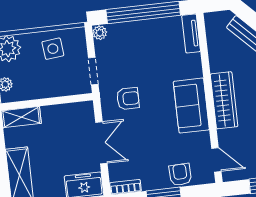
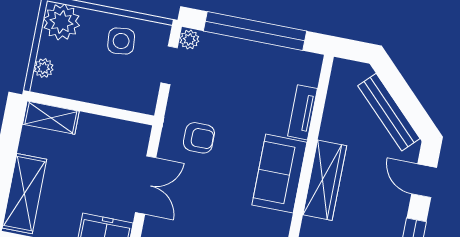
tv unit: (191, 33) -> (303, 112), moved
doorway: (93, 71) -> (169, 65), moved

